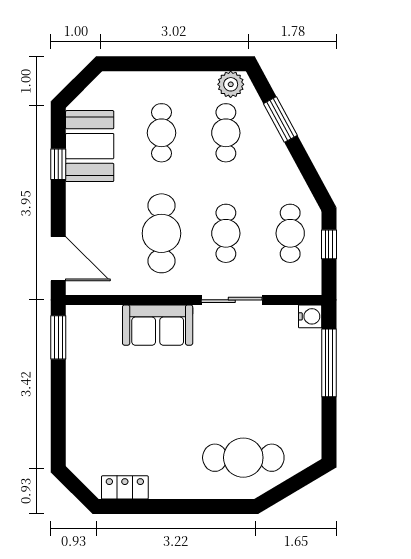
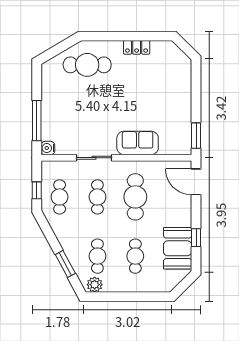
locker: (125, 487) -> (137, 47), moved

